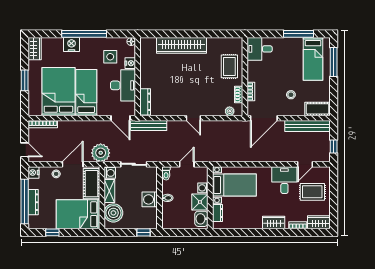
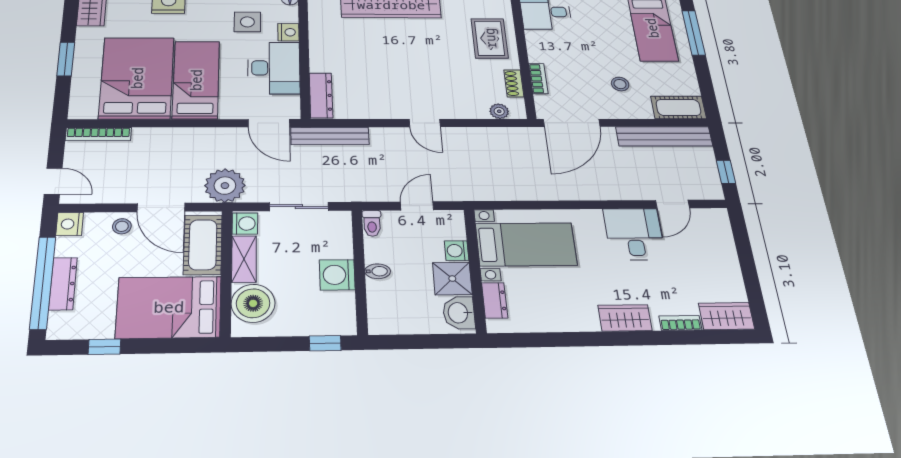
door: (73, 164) -> (161, 207), swing flipped
rug: (312, 192) -> (699, 256), removed

